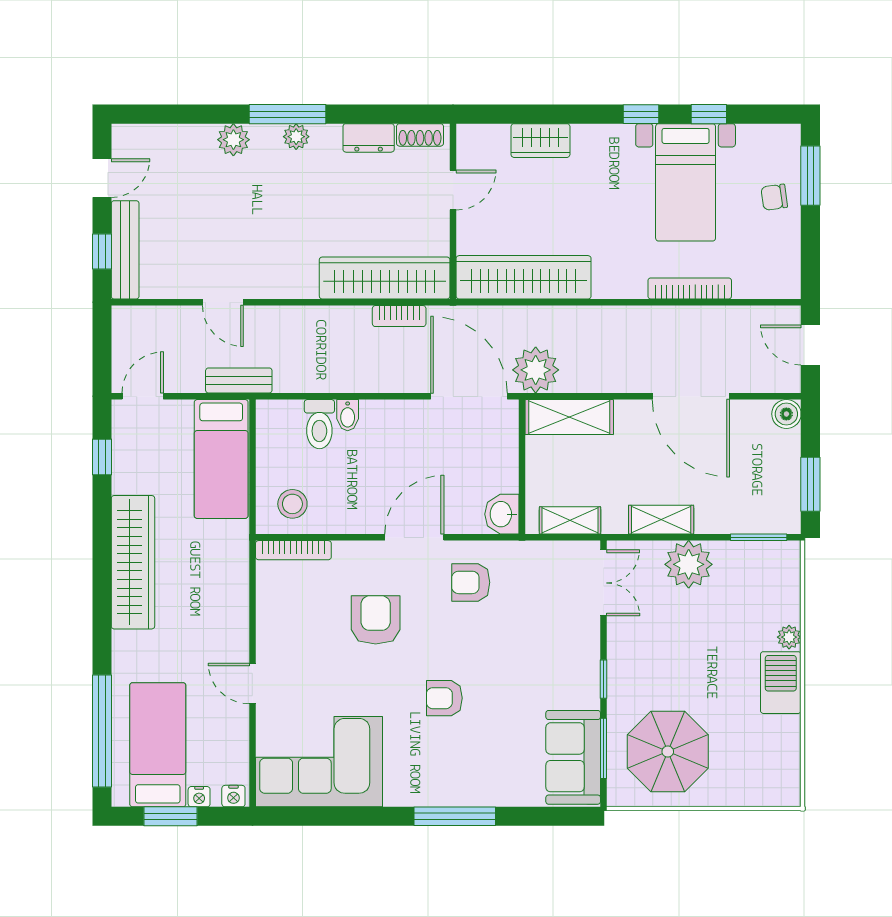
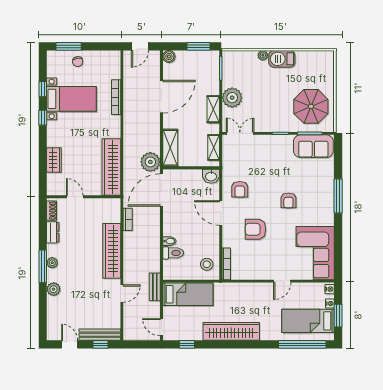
wardrobe: (385, 278) -> (112, 251), moved

